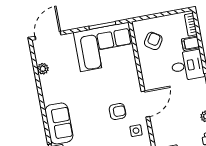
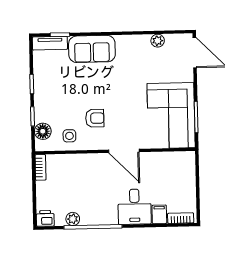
armchair: (153, 41) -> (169, 172), removed
door: (145, 104) -> (124, 151), moved
armchair: (117, 112) -> (95, 118), turned -90

